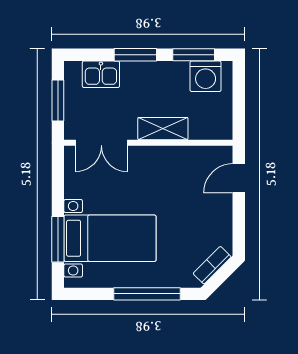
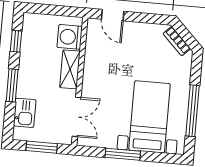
window: (194, 55) -> (16, 41), width x0.67
washing machine: (206, 76) -> (70, 37), moved, turned 180
window: (58, 239) -> (123, 154), moved
window: (147, 294) -> (193, 111), moved

